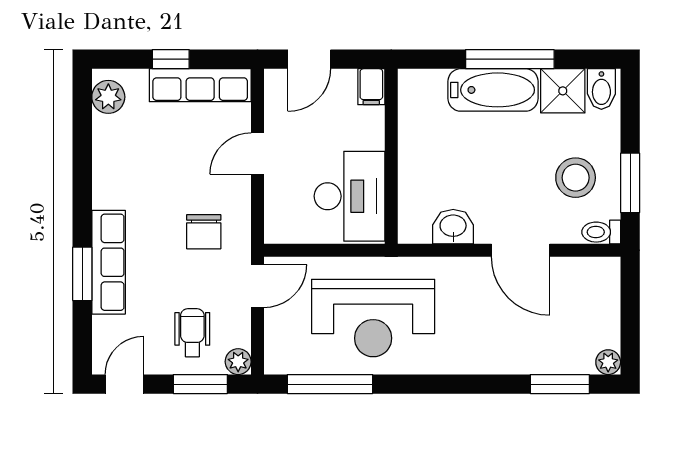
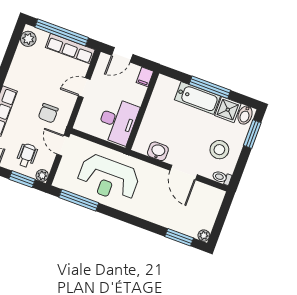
window: (171, 59) -> (62, 32), width x3.17
window: (630, 183) -> (252, 134), moved
door: (257, 286) -> (63, 146), swing flipped

